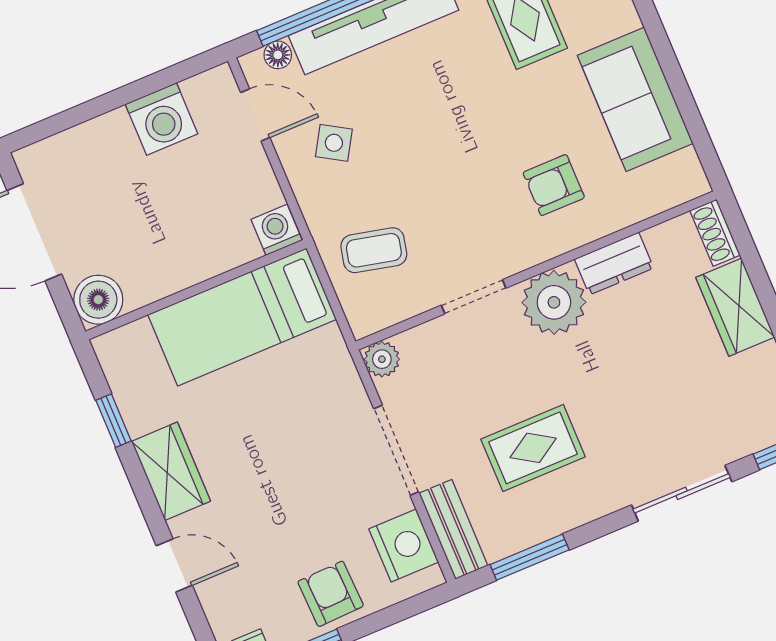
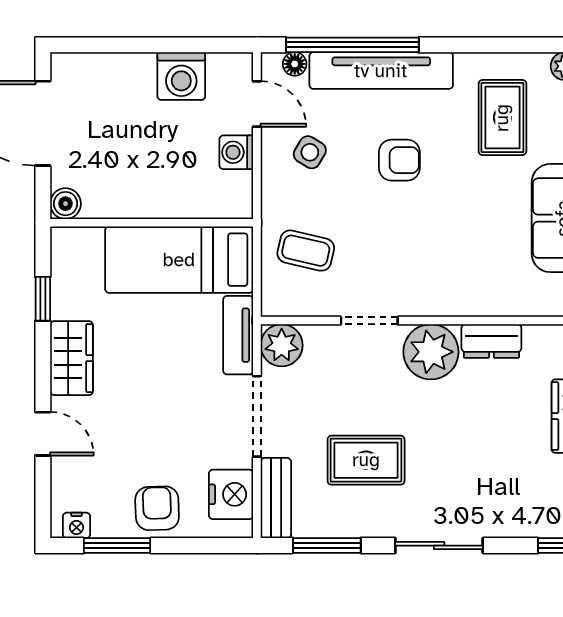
armchair: (554, 185) -> (399, 160), moved, turned 180
washing machine: (277, 230) -> (236, 152), moved, turned -90
boiler: (98, 300) -> (65, 204), width x0.73, depth x0.73
plant: (382, 359) -> (282, 345), width x1.38, depth x1.38
tv unit: (340, 371) -> (238, 335), added
sliding door: (682, 493) -> (439, 546), moved

